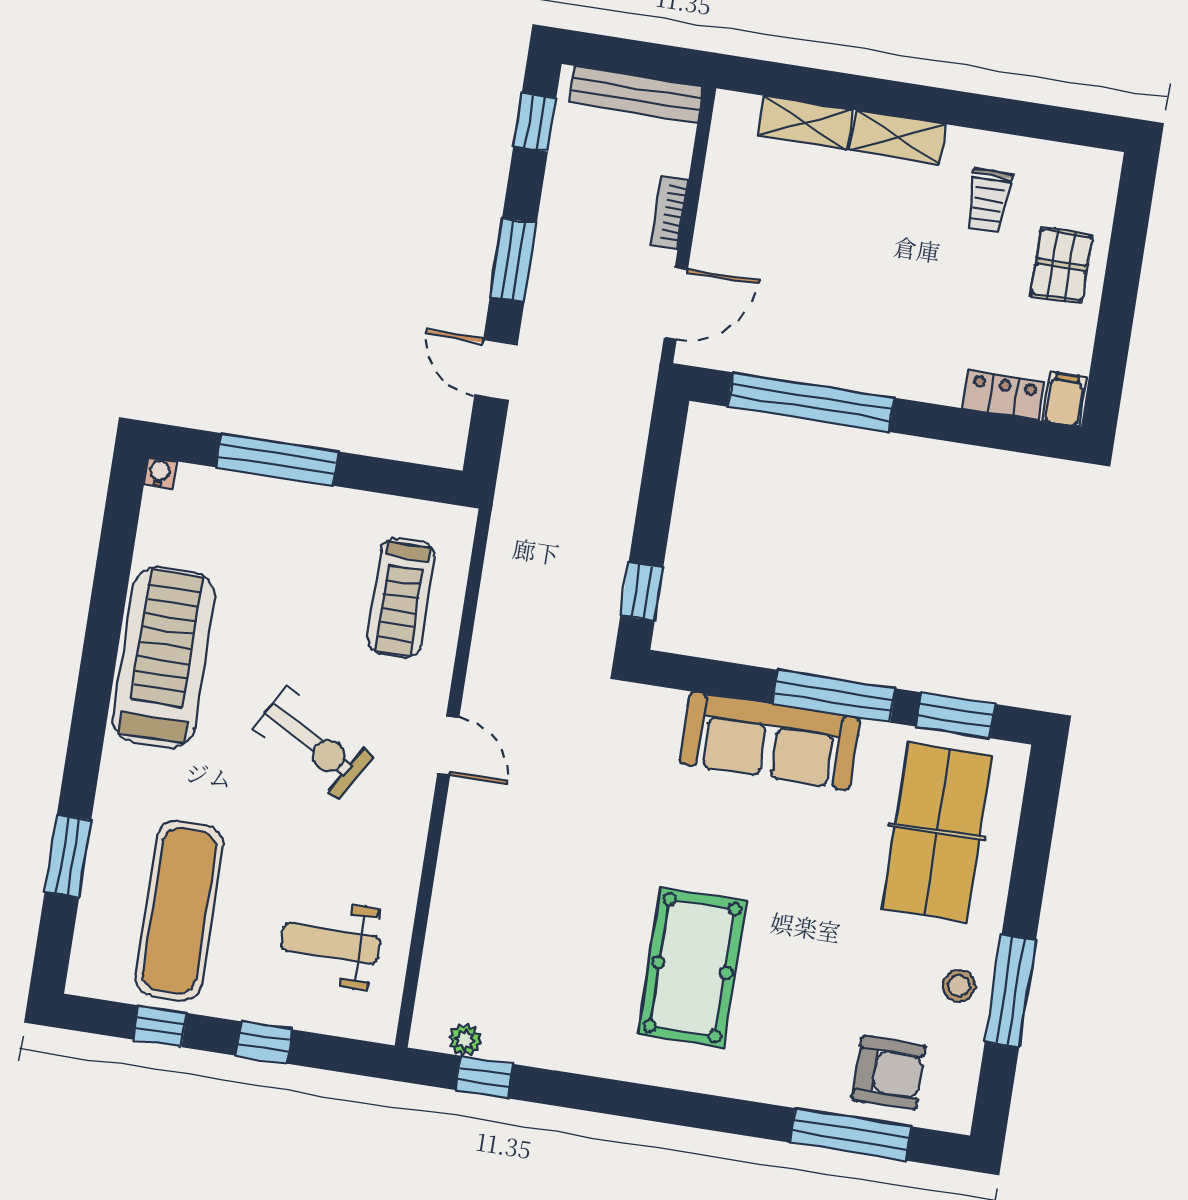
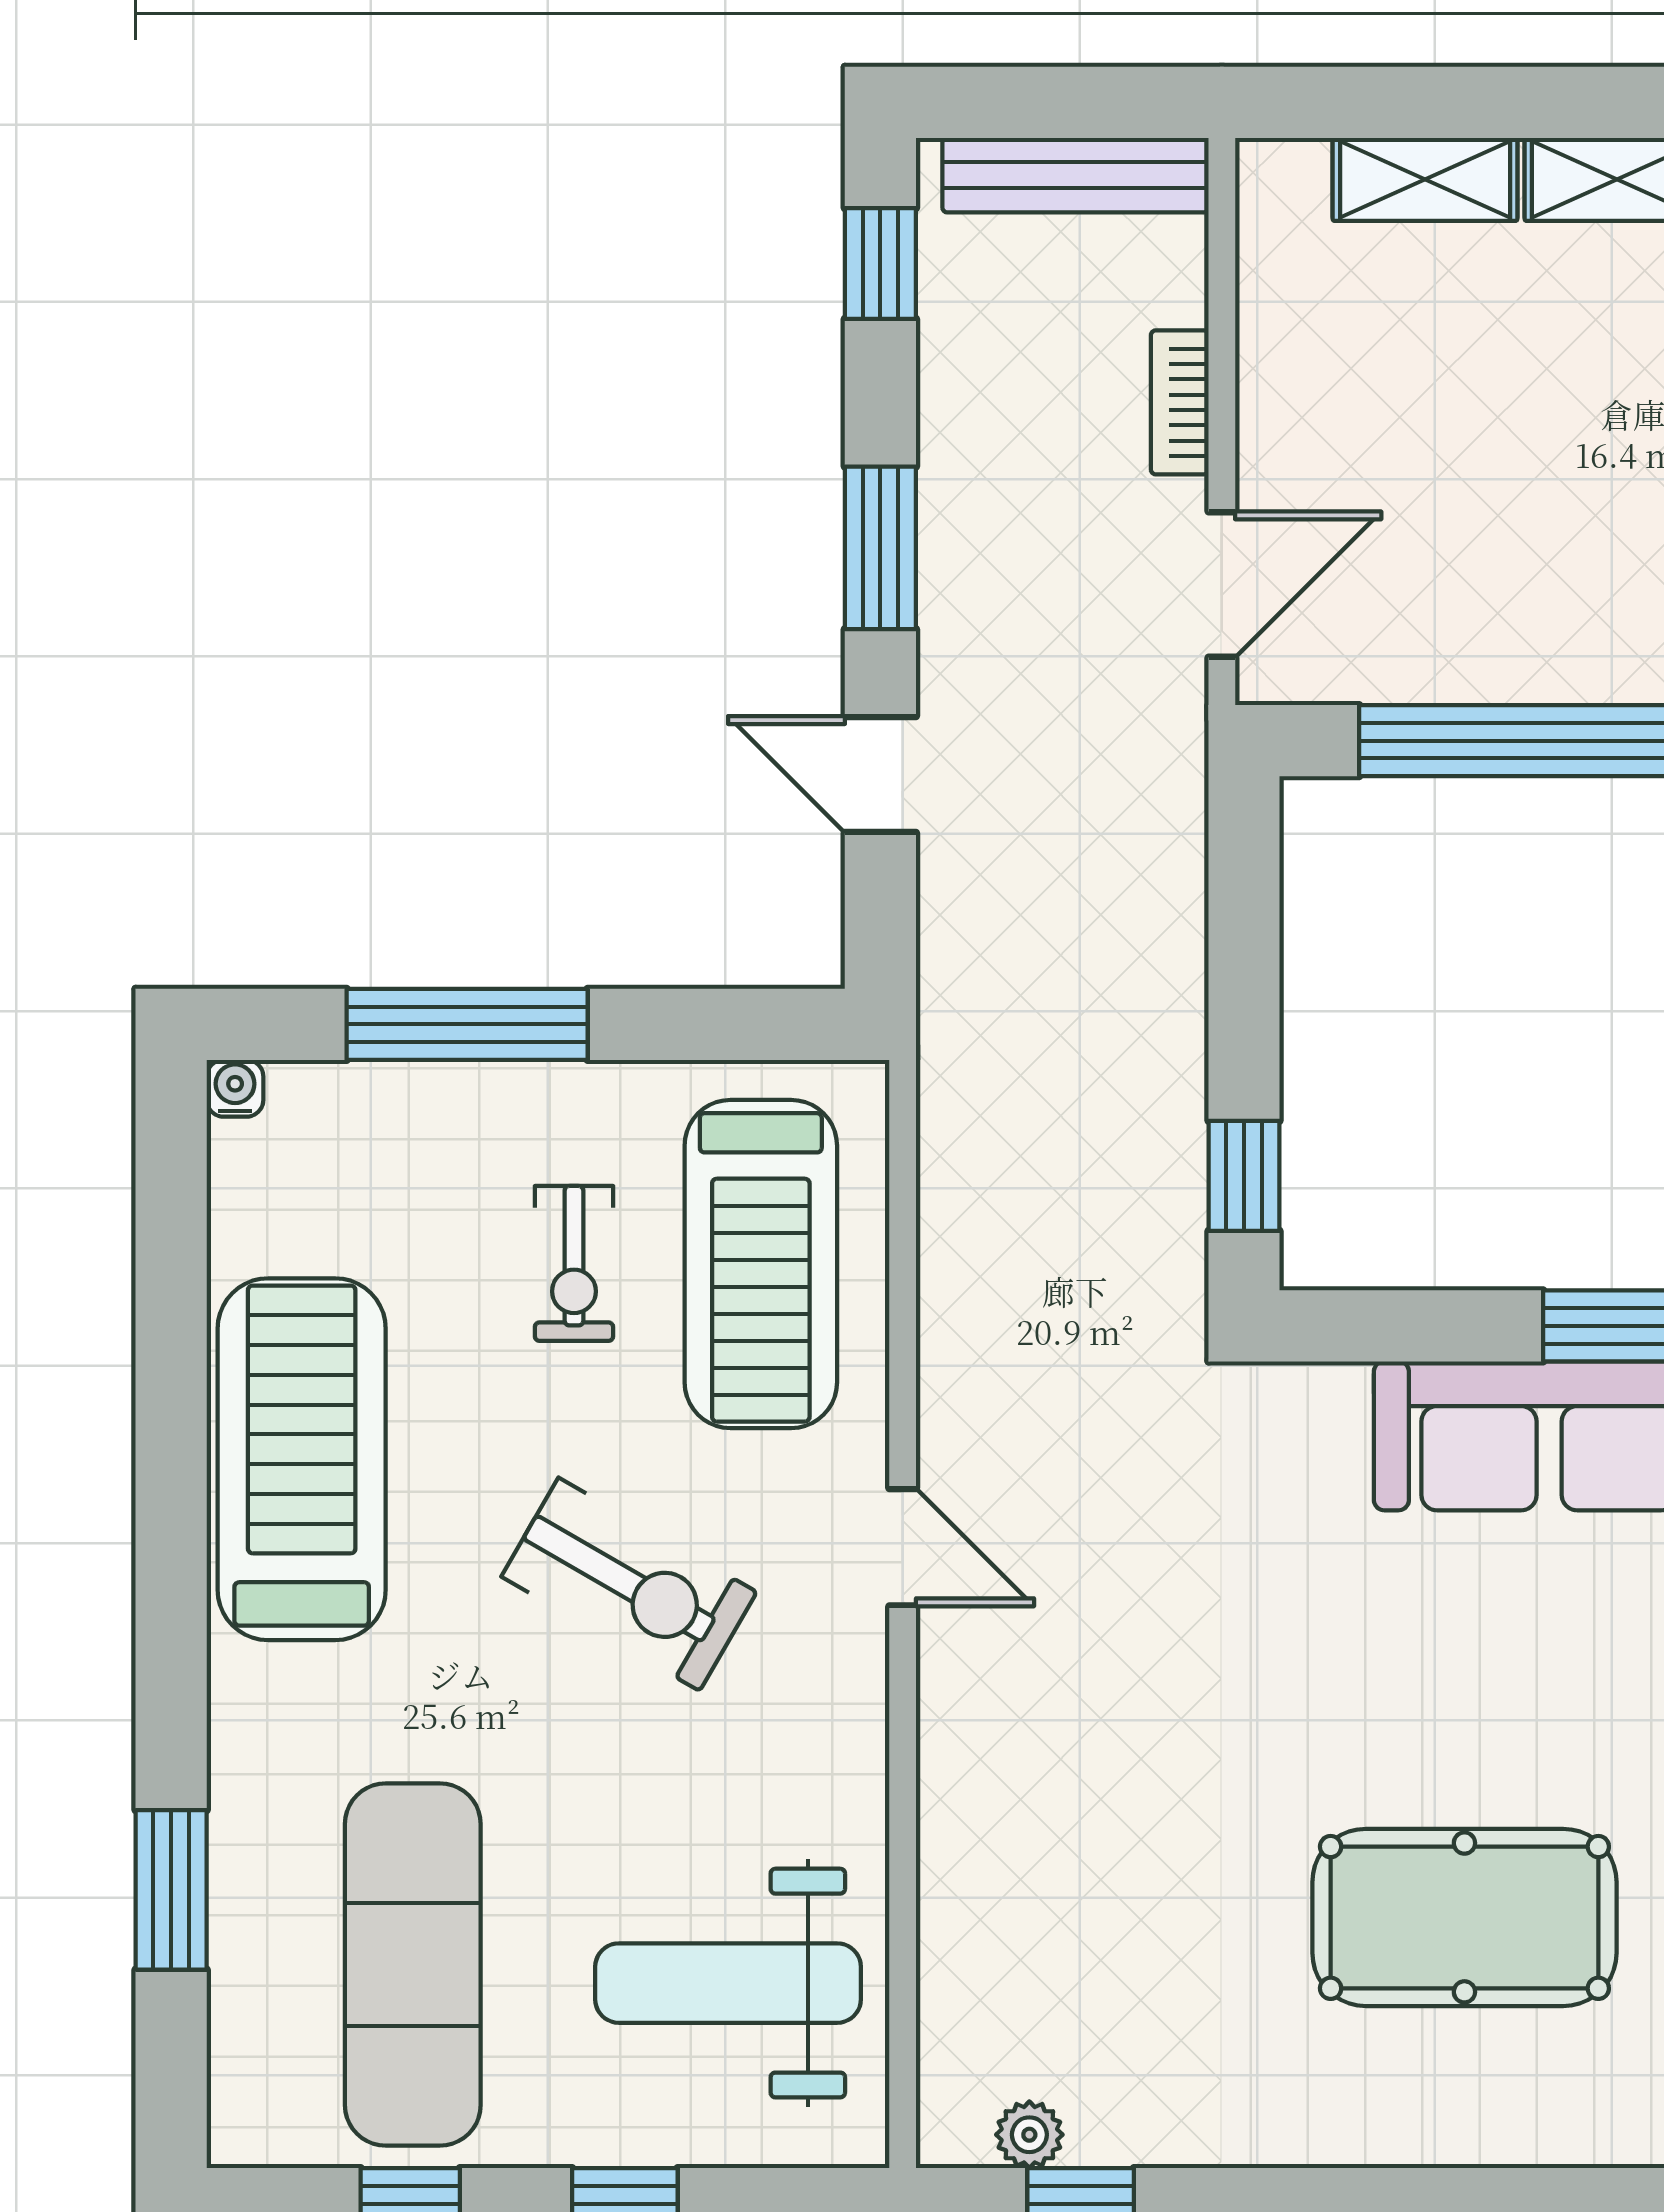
exercise bike: (311, 583) -> (574, 1263), added
treadmill: (401, 598) -> (761, 1264), width x1.37, depth x1.37
weight bench: (331, 944) -> (728, 1983), width x1.36, depth x1.33
pool table: (692, 968) -> (1464, 1917), turned 90

